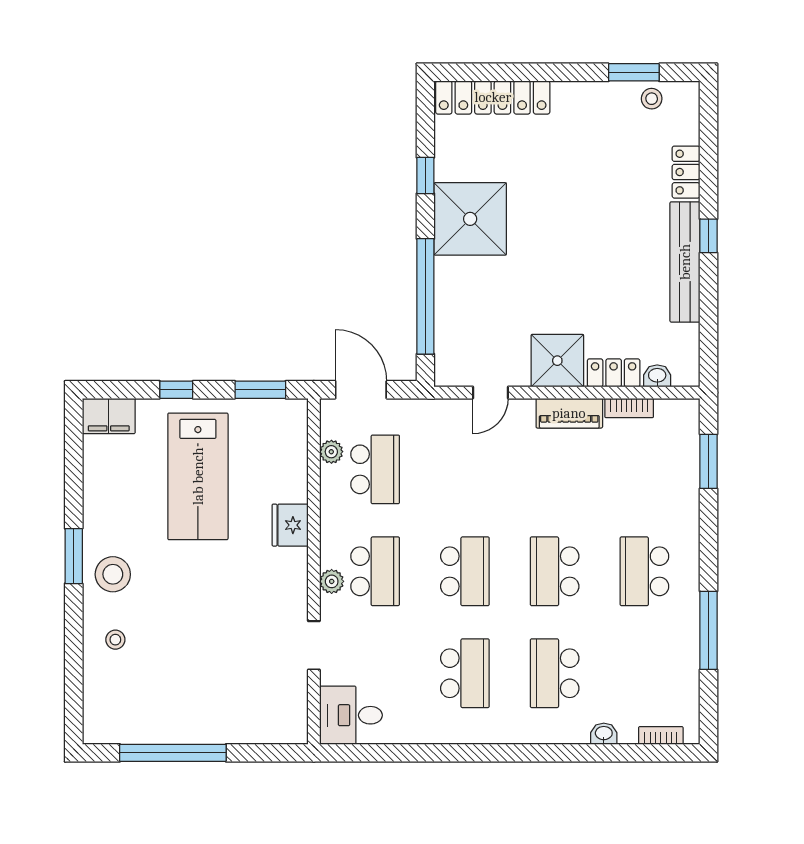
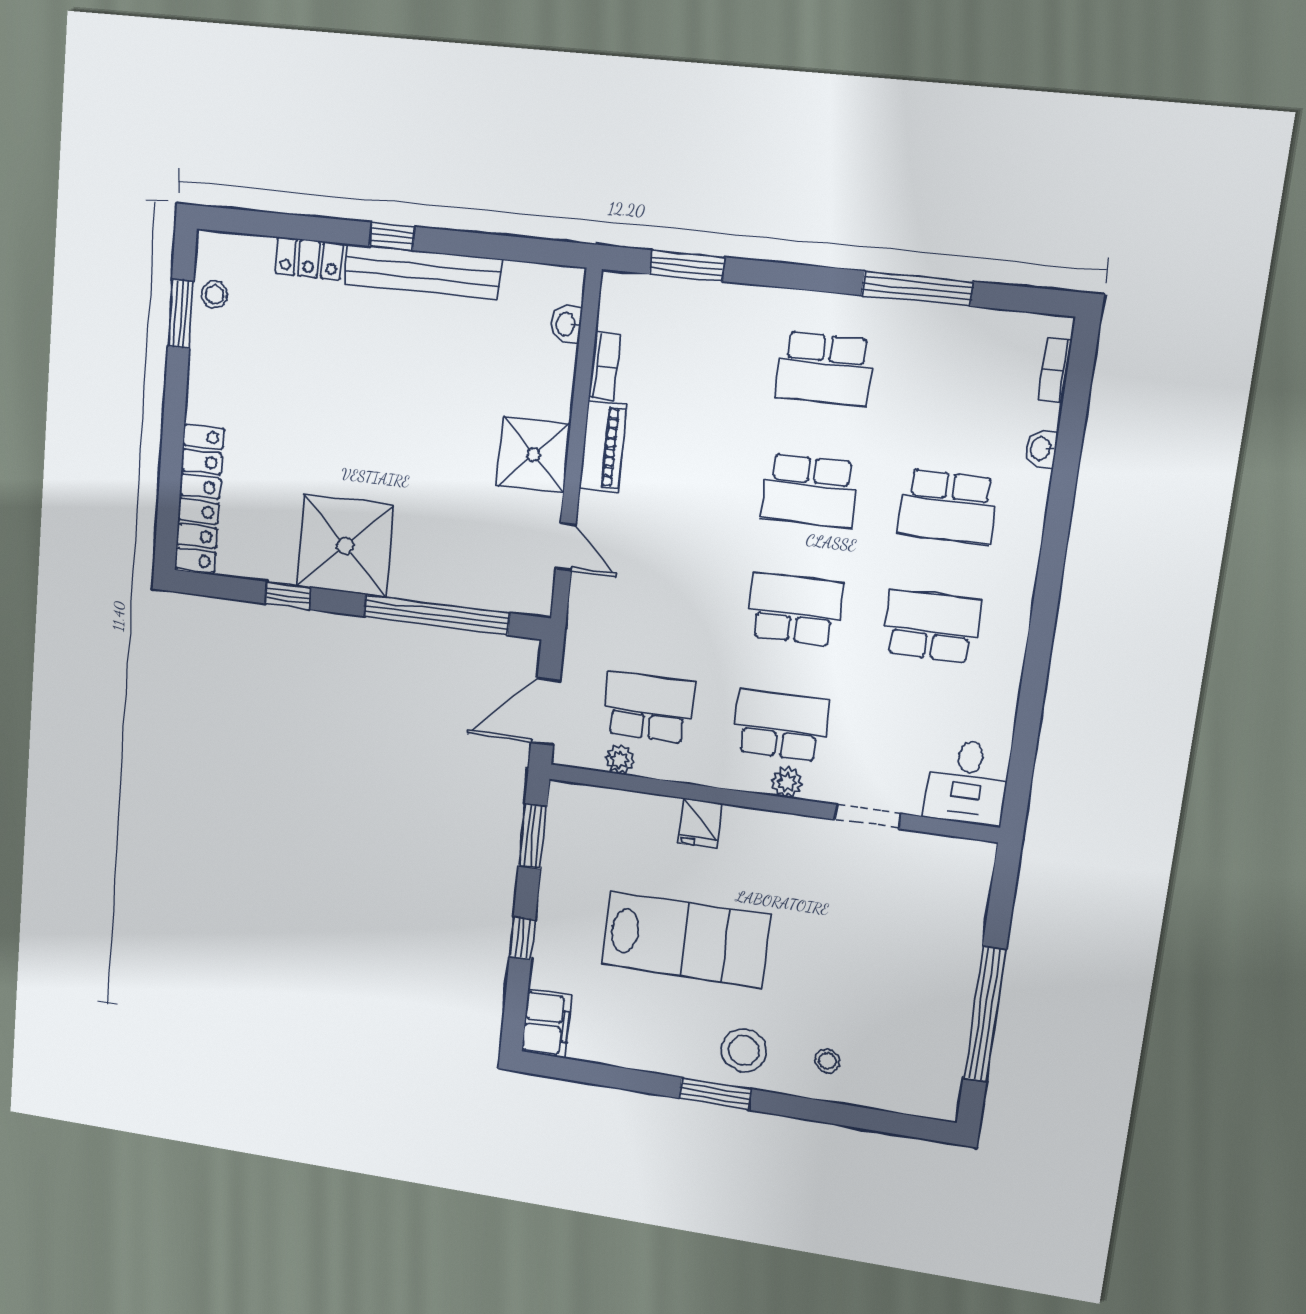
locker: (614, 373) -> (557, 382), removed
lab bench: (198, 476) -> (686, 940), moved
fridge: (290, 525) -> (700, 823), width x0.72

